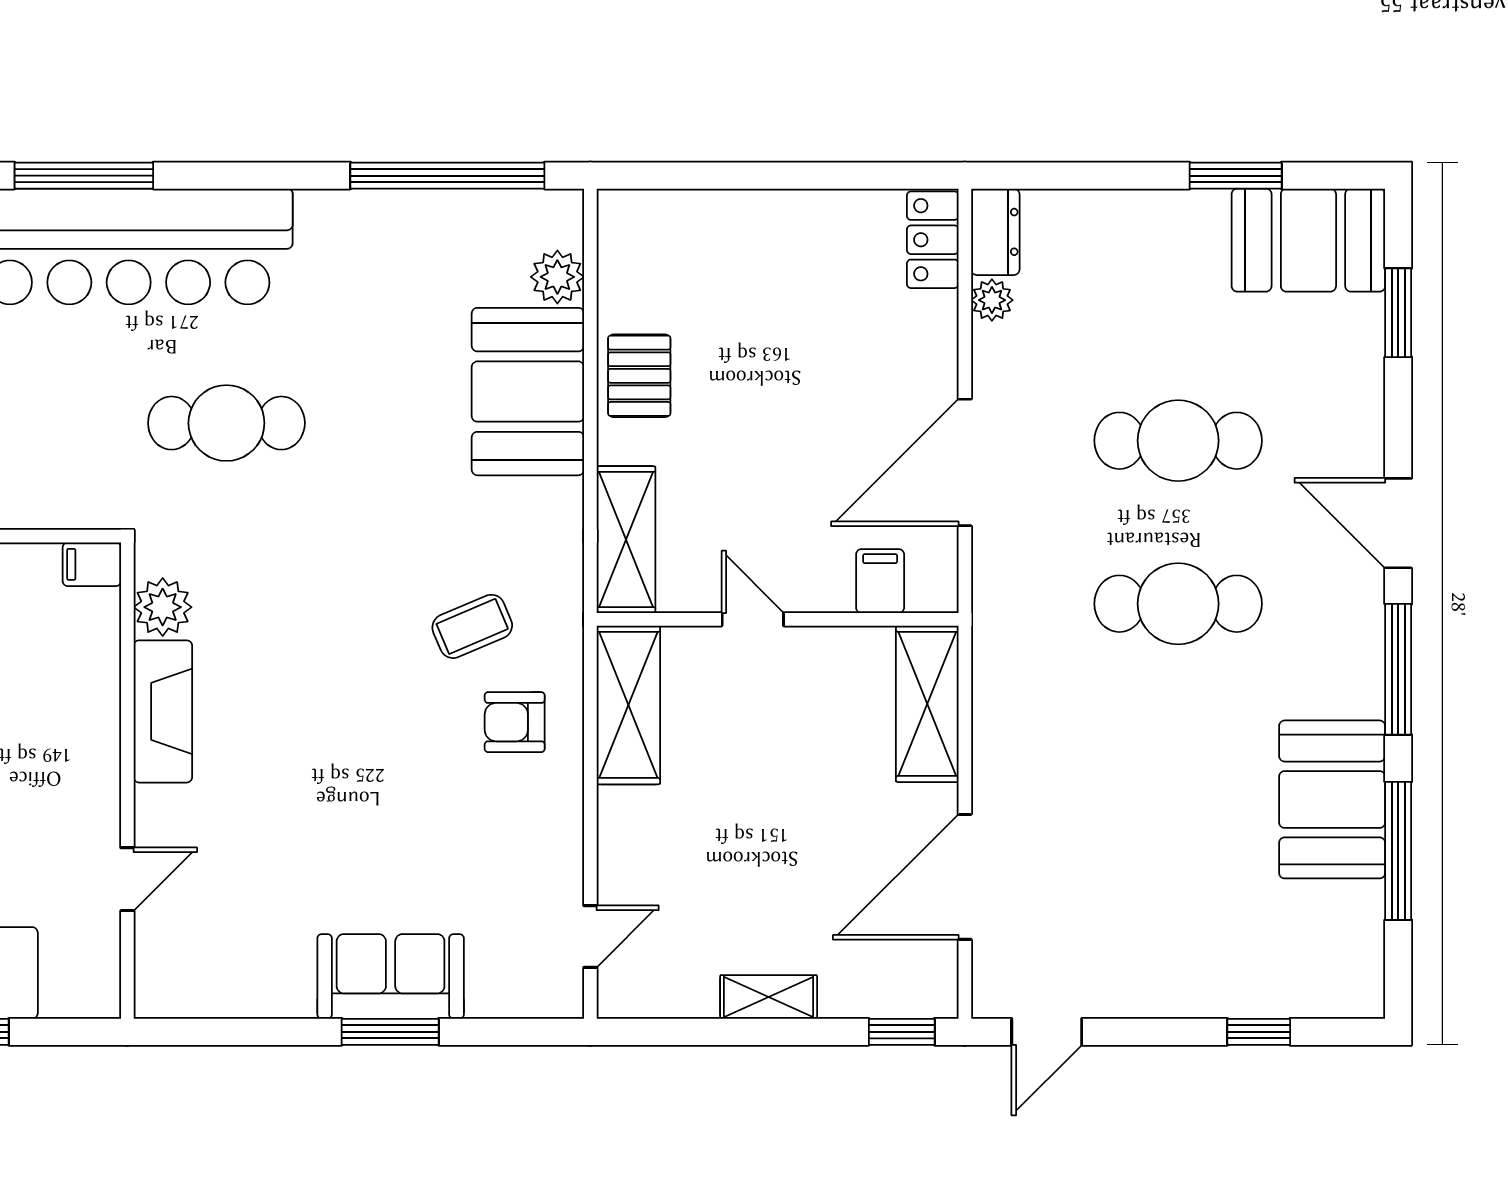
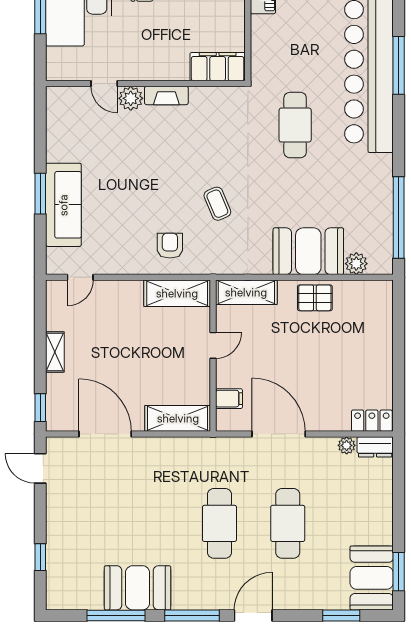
window: (1236, 176) -> (399, 572), moved
filing cabinet: (92, 564) -> (218, 67), width x3.00, depth x1.17
plant: (163, 607) -> (131, 98), moved
coffee table: (472, 626) -> (217, 204), moved
fireplace: (163, 711) -> (166, 95), width x0.73, depth x0.76
door: (590, 937) -> (80, 277), hinge flipped
sofa: (391, 976) -> (63, 205), width x1.36

